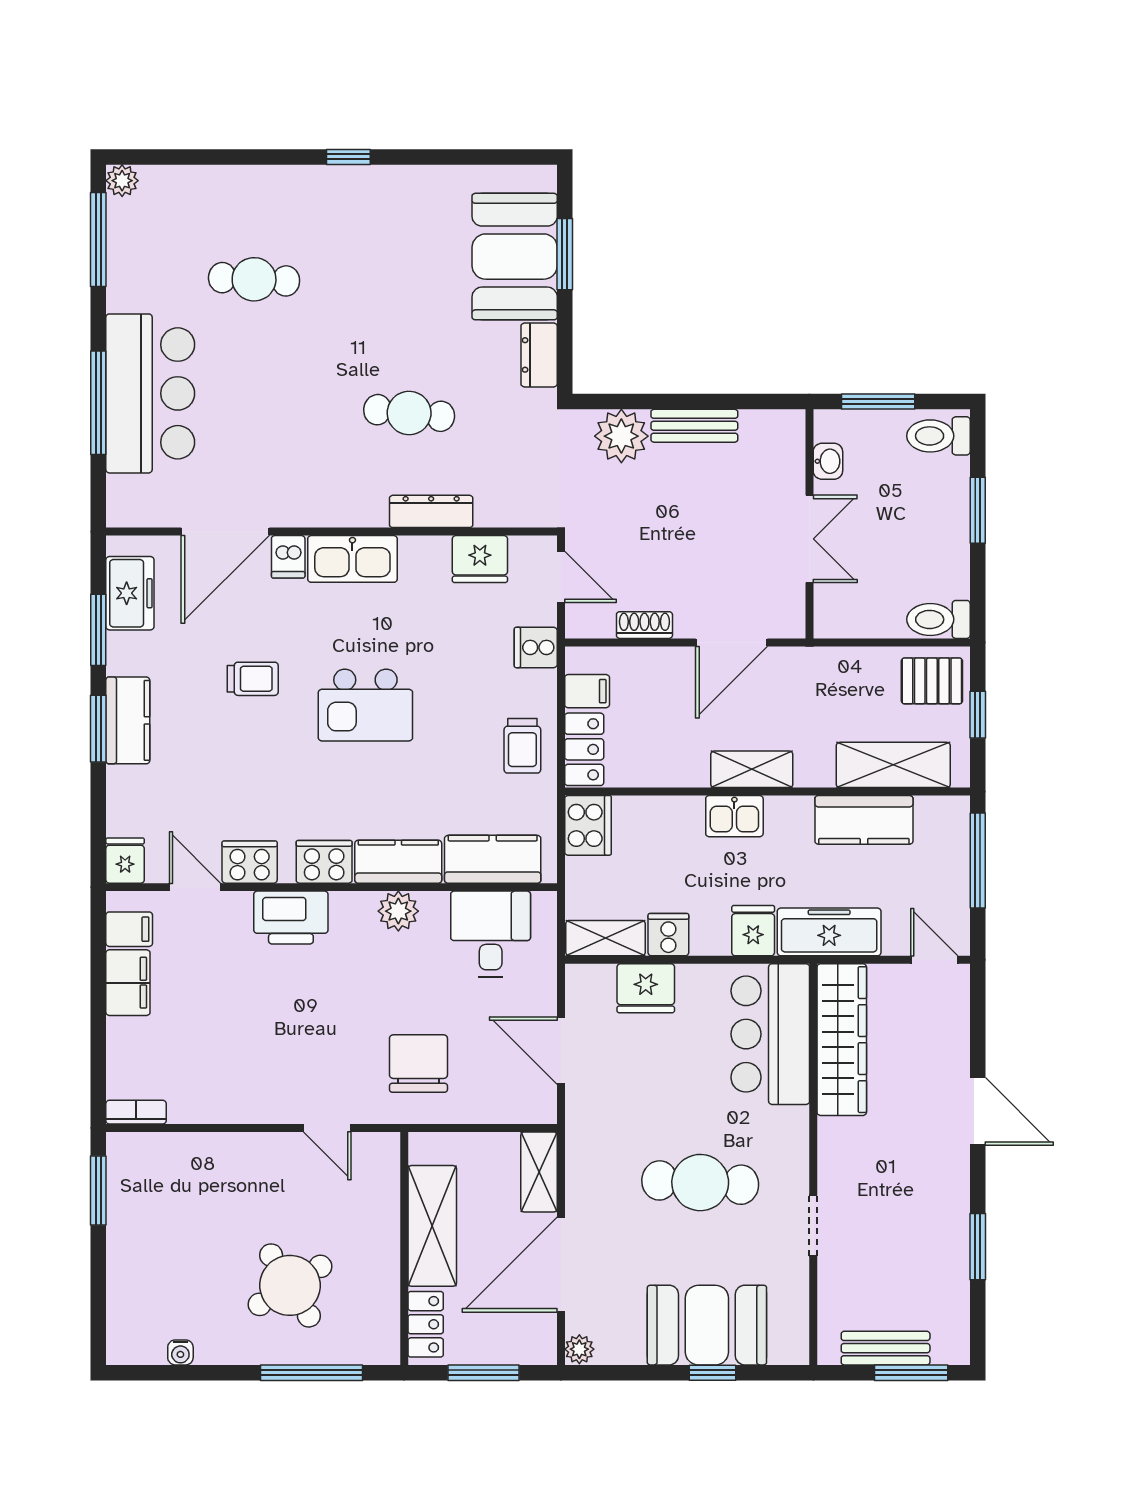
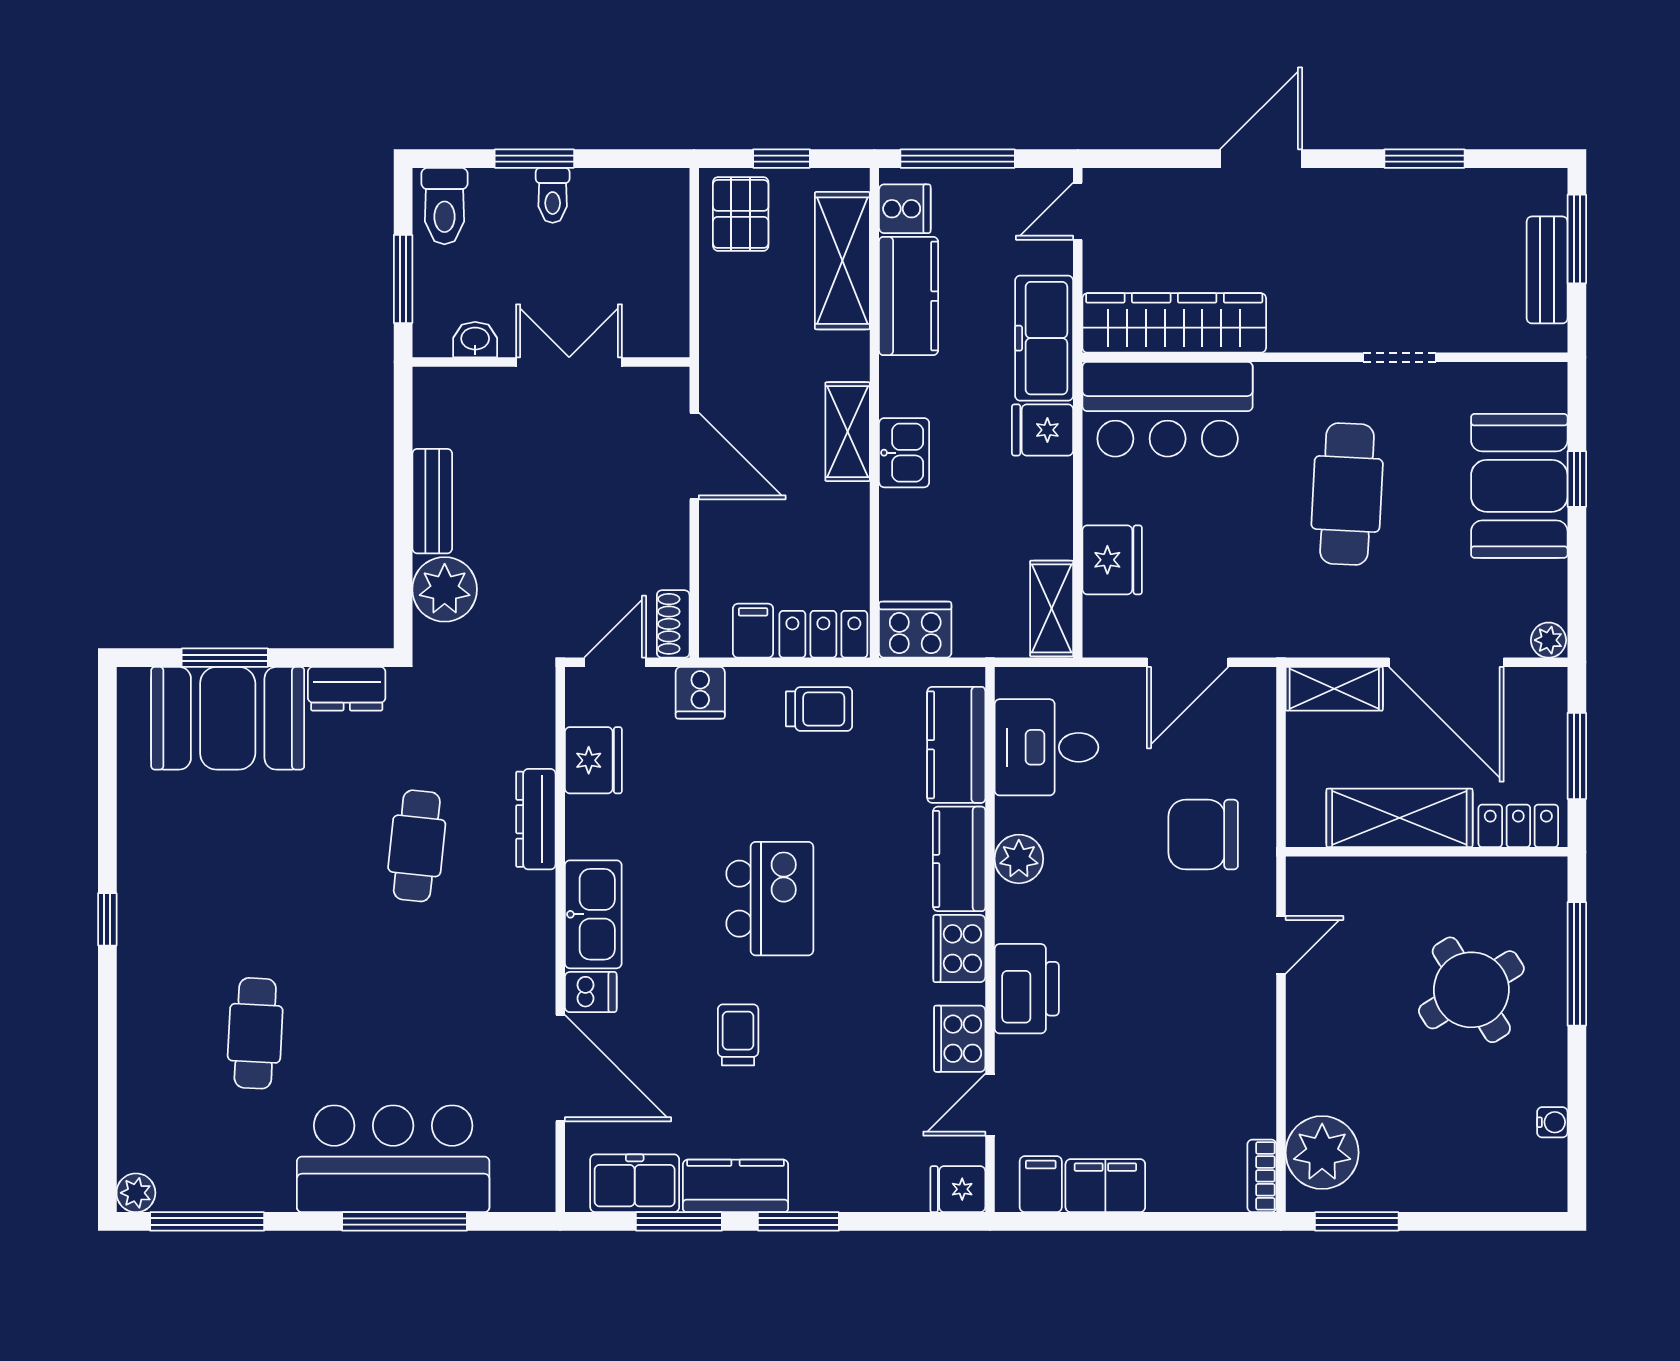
toilet: (938, 619) -> (553, 195), moved, width x0.73, depth x0.72
shoe rack: (644, 625) -> (673, 624), moved
kitchen counter: (128, 720) -> (736, 1186), moved
cooker: (668, 935) -> (905, 209), moved, turned 180
plant: (155, 1162) -> (1322, 1153), added

